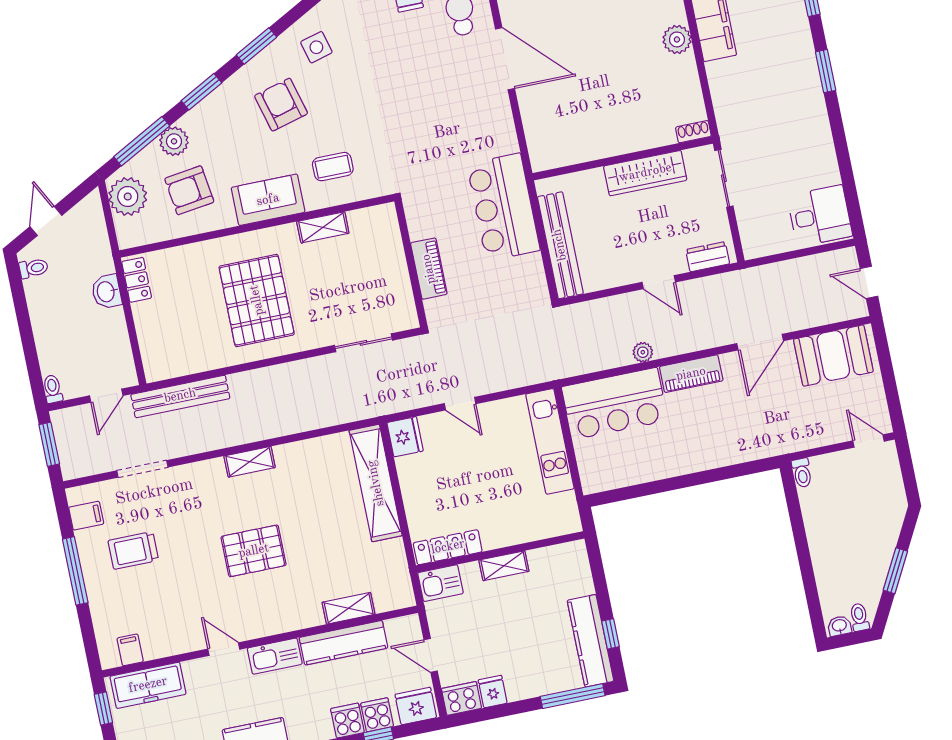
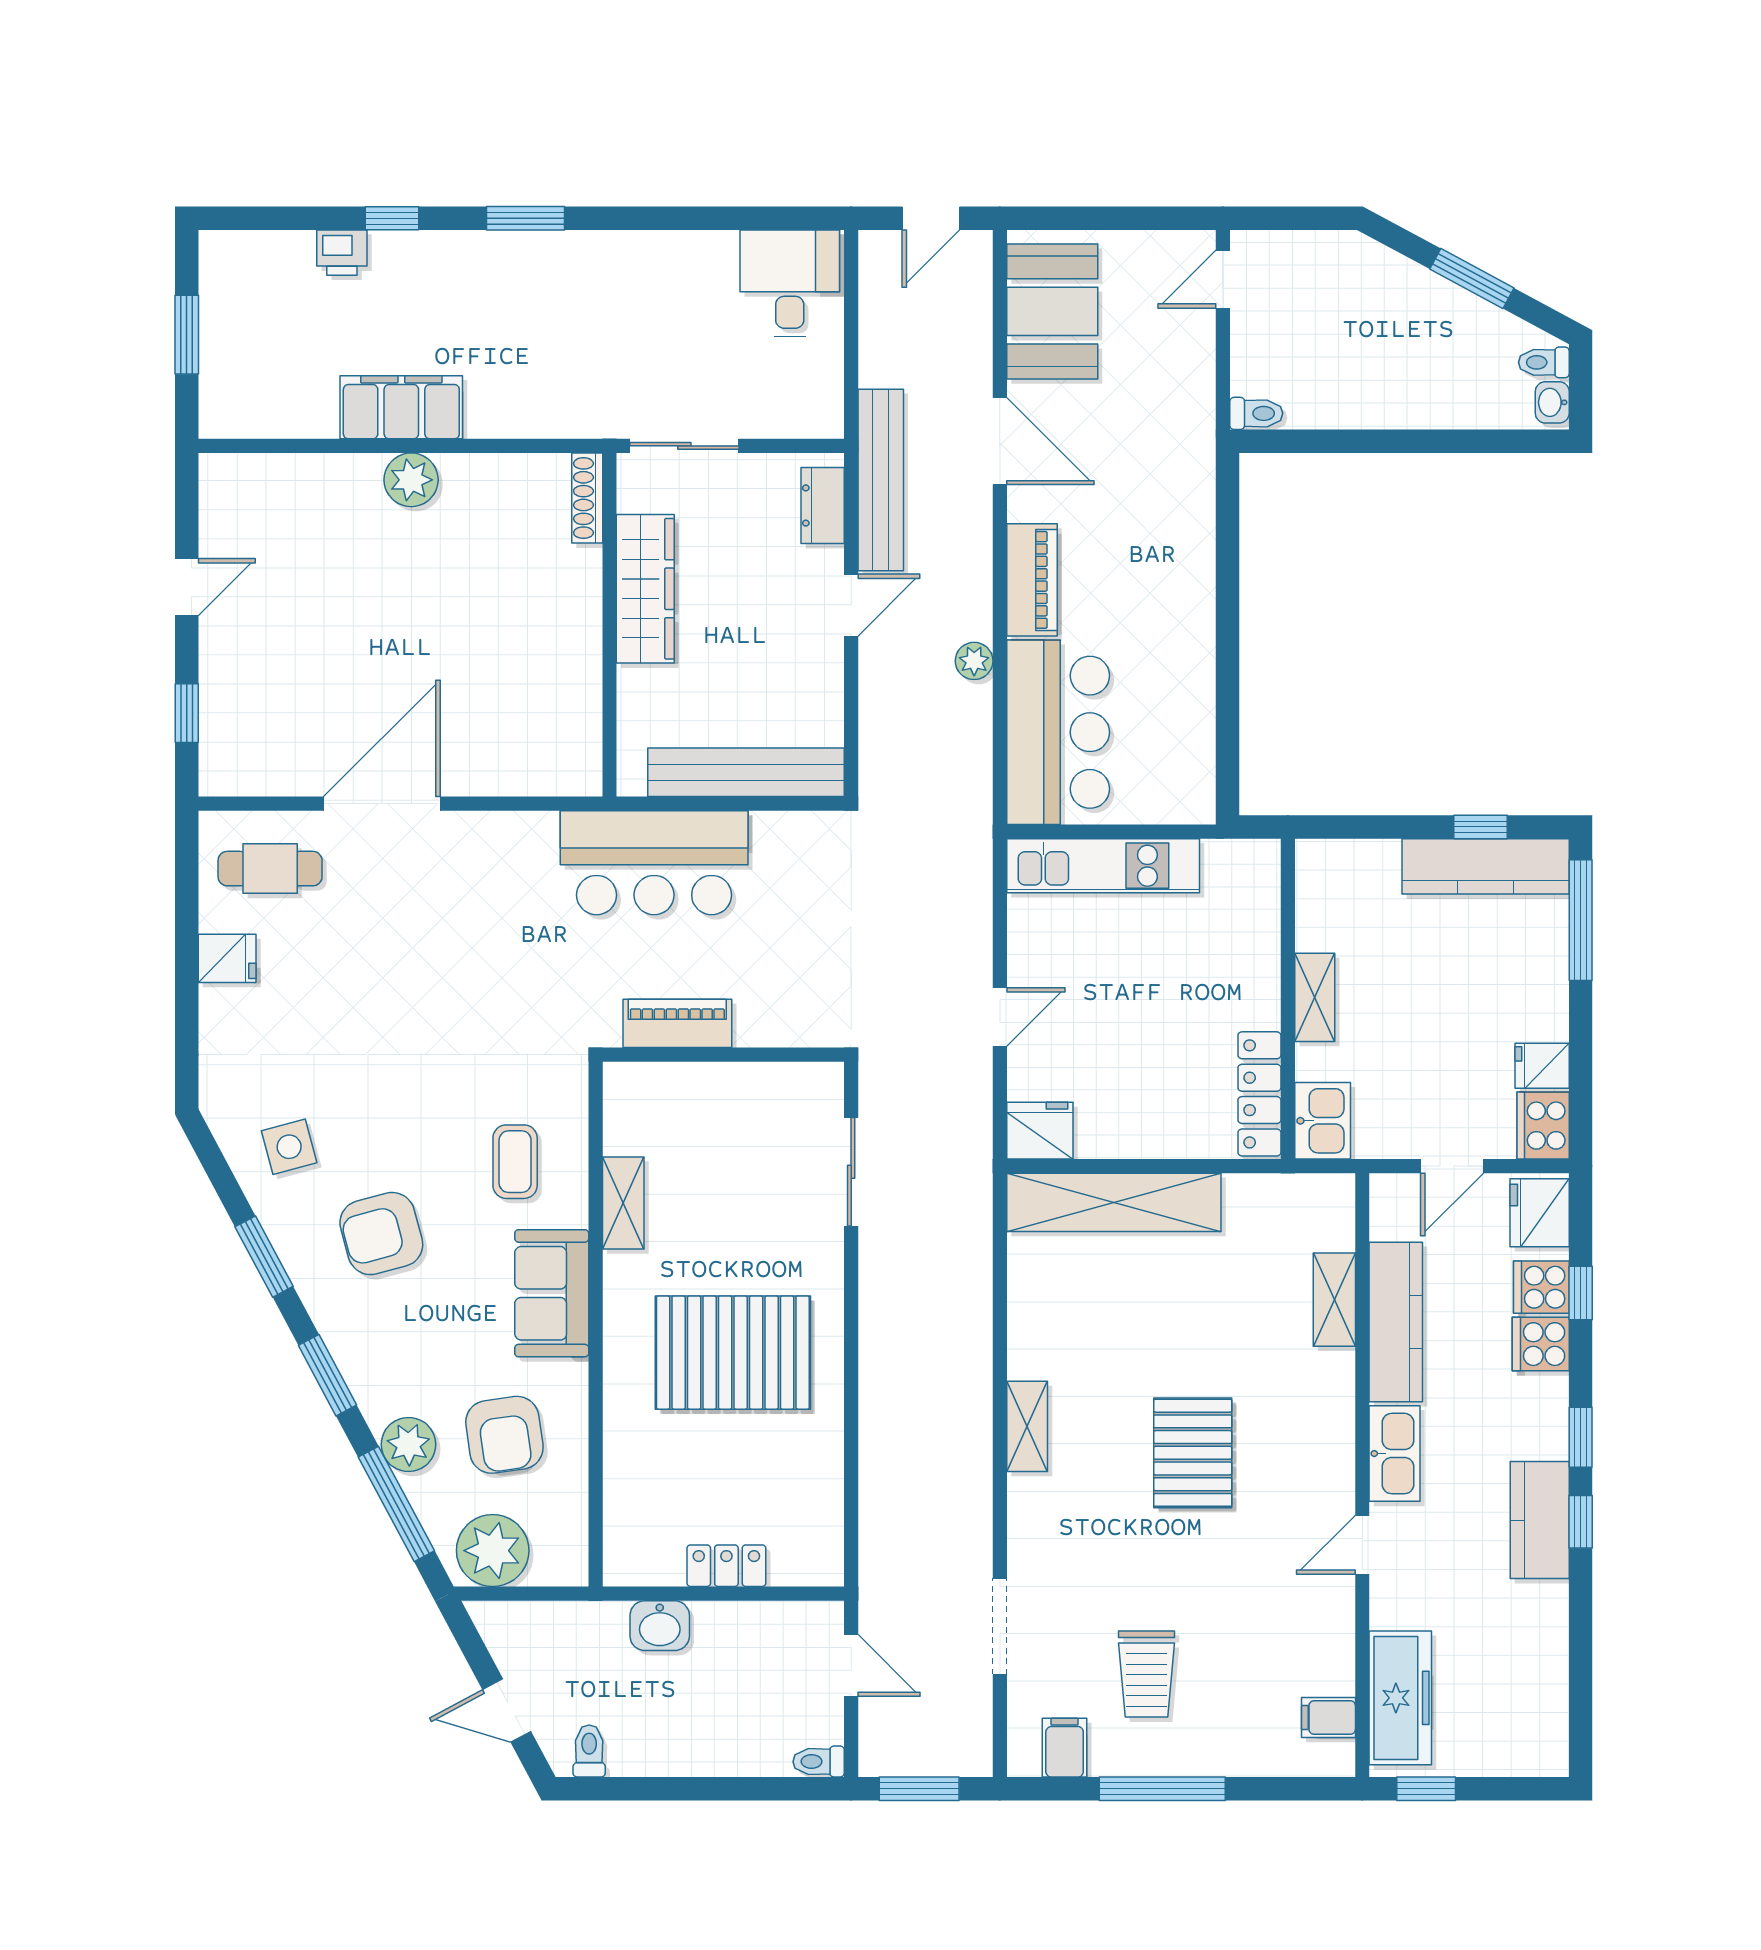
shoe rack: (693, 132) -> (587, 498), width x1.43
piano: (429, 269) -> (677, 1023), moved
locker: (137, 280) -> (726, 1566), moved
bench: (180, 396) -> (881, 480), moved

